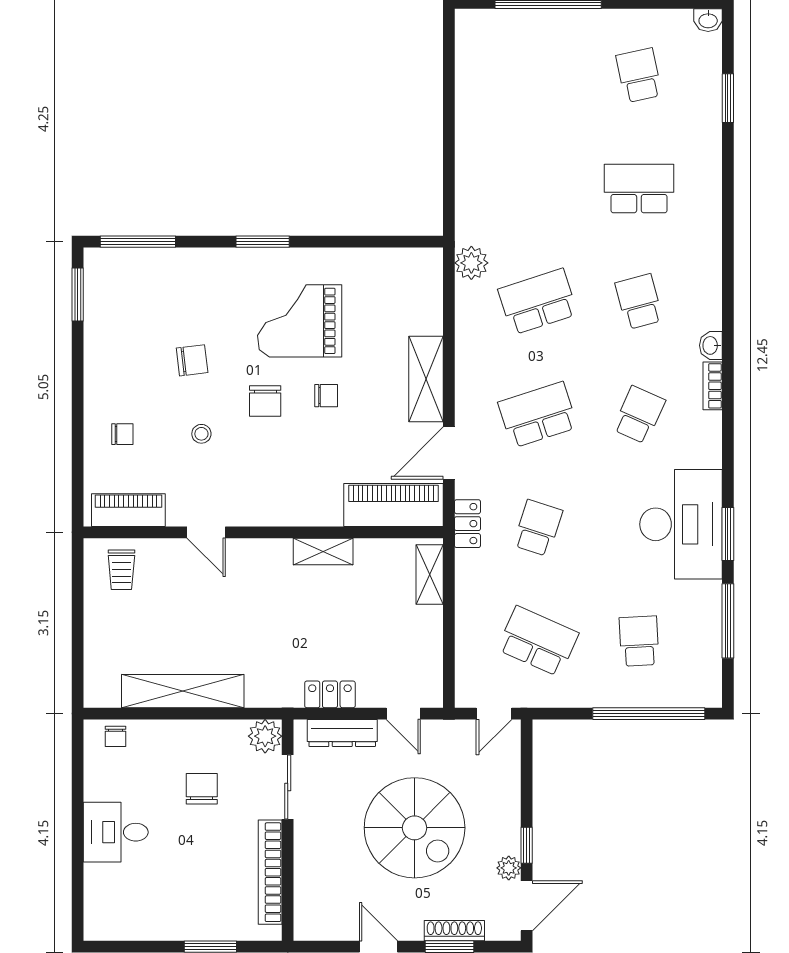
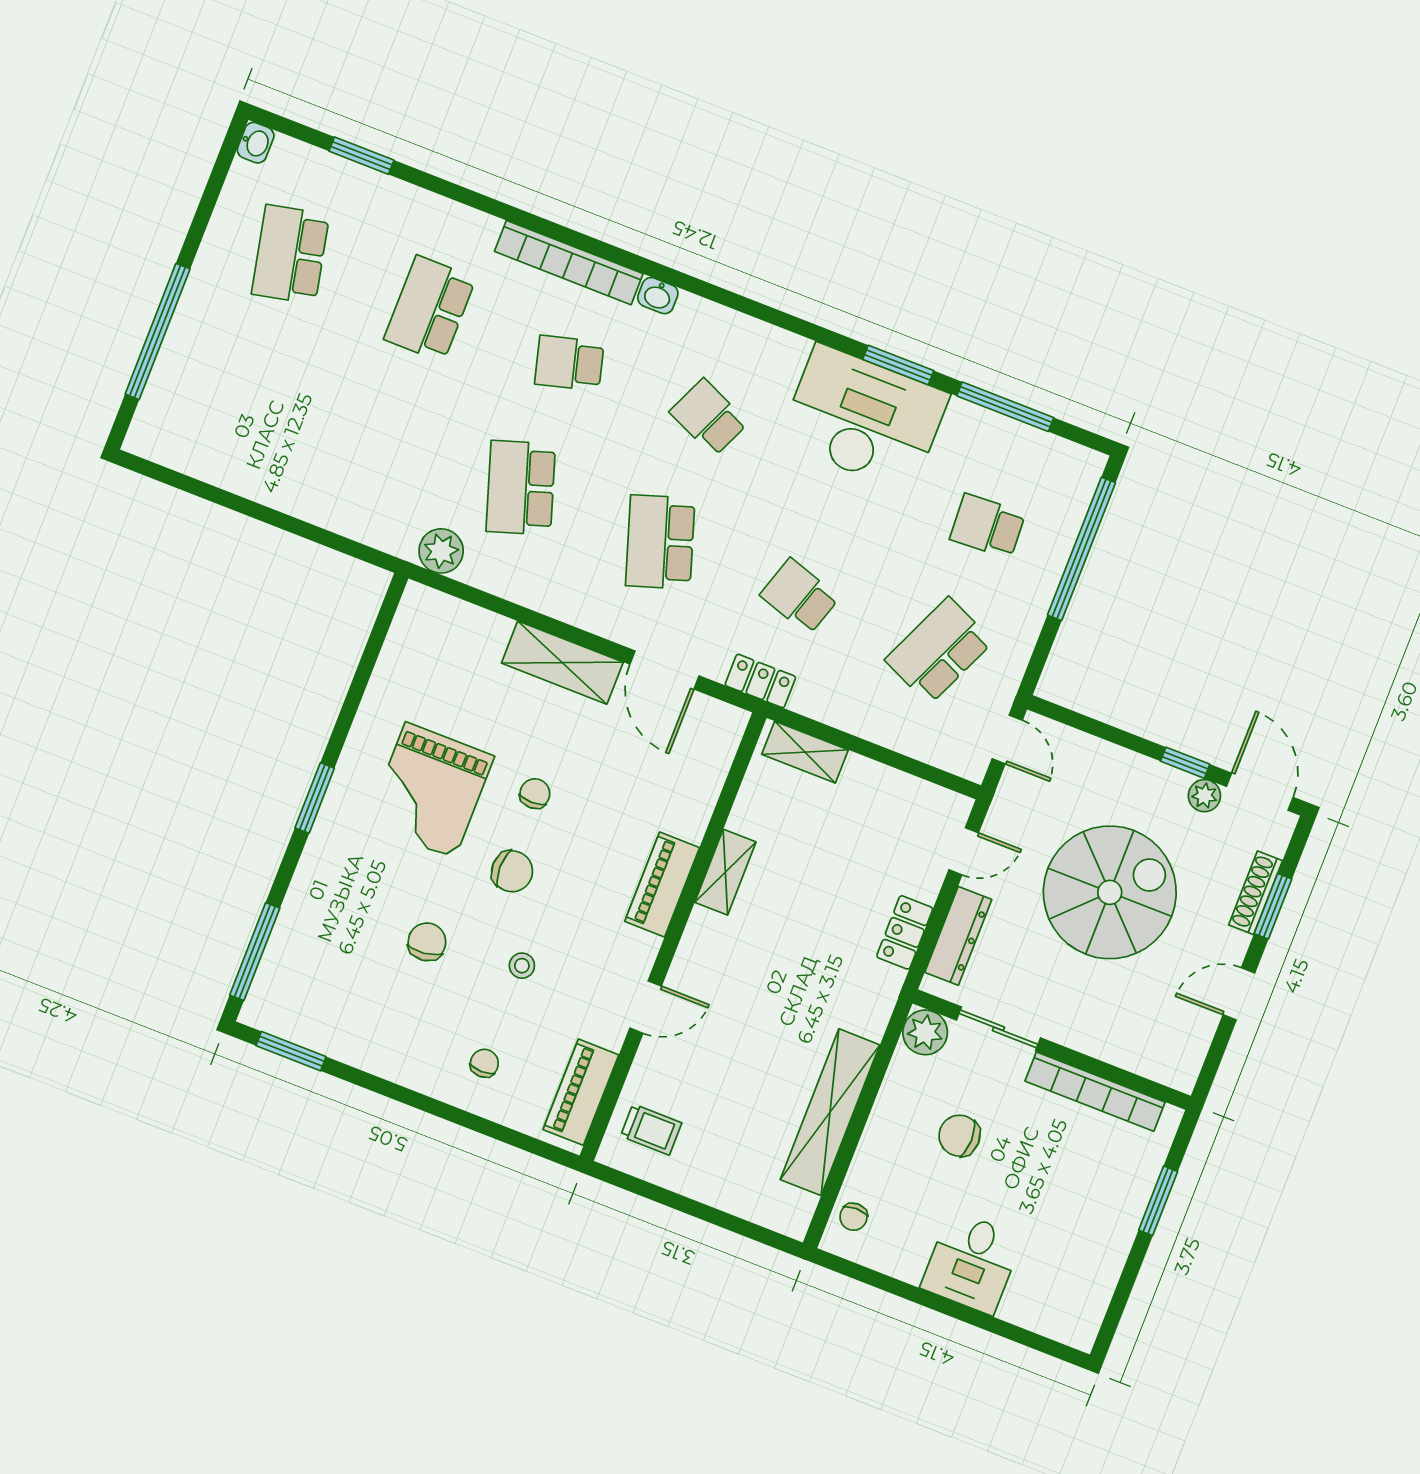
school desk: (639, 75) -> (290, 254), width x1.85
bookcase: (713, 386) -> (569, 263), moved, width x2.31, depth x1.31
piano: (393, 505) -> (662, 885), moved, width x0.73, depth x0.75
chair: (116, 736) -> (853, 1217), turned 90

